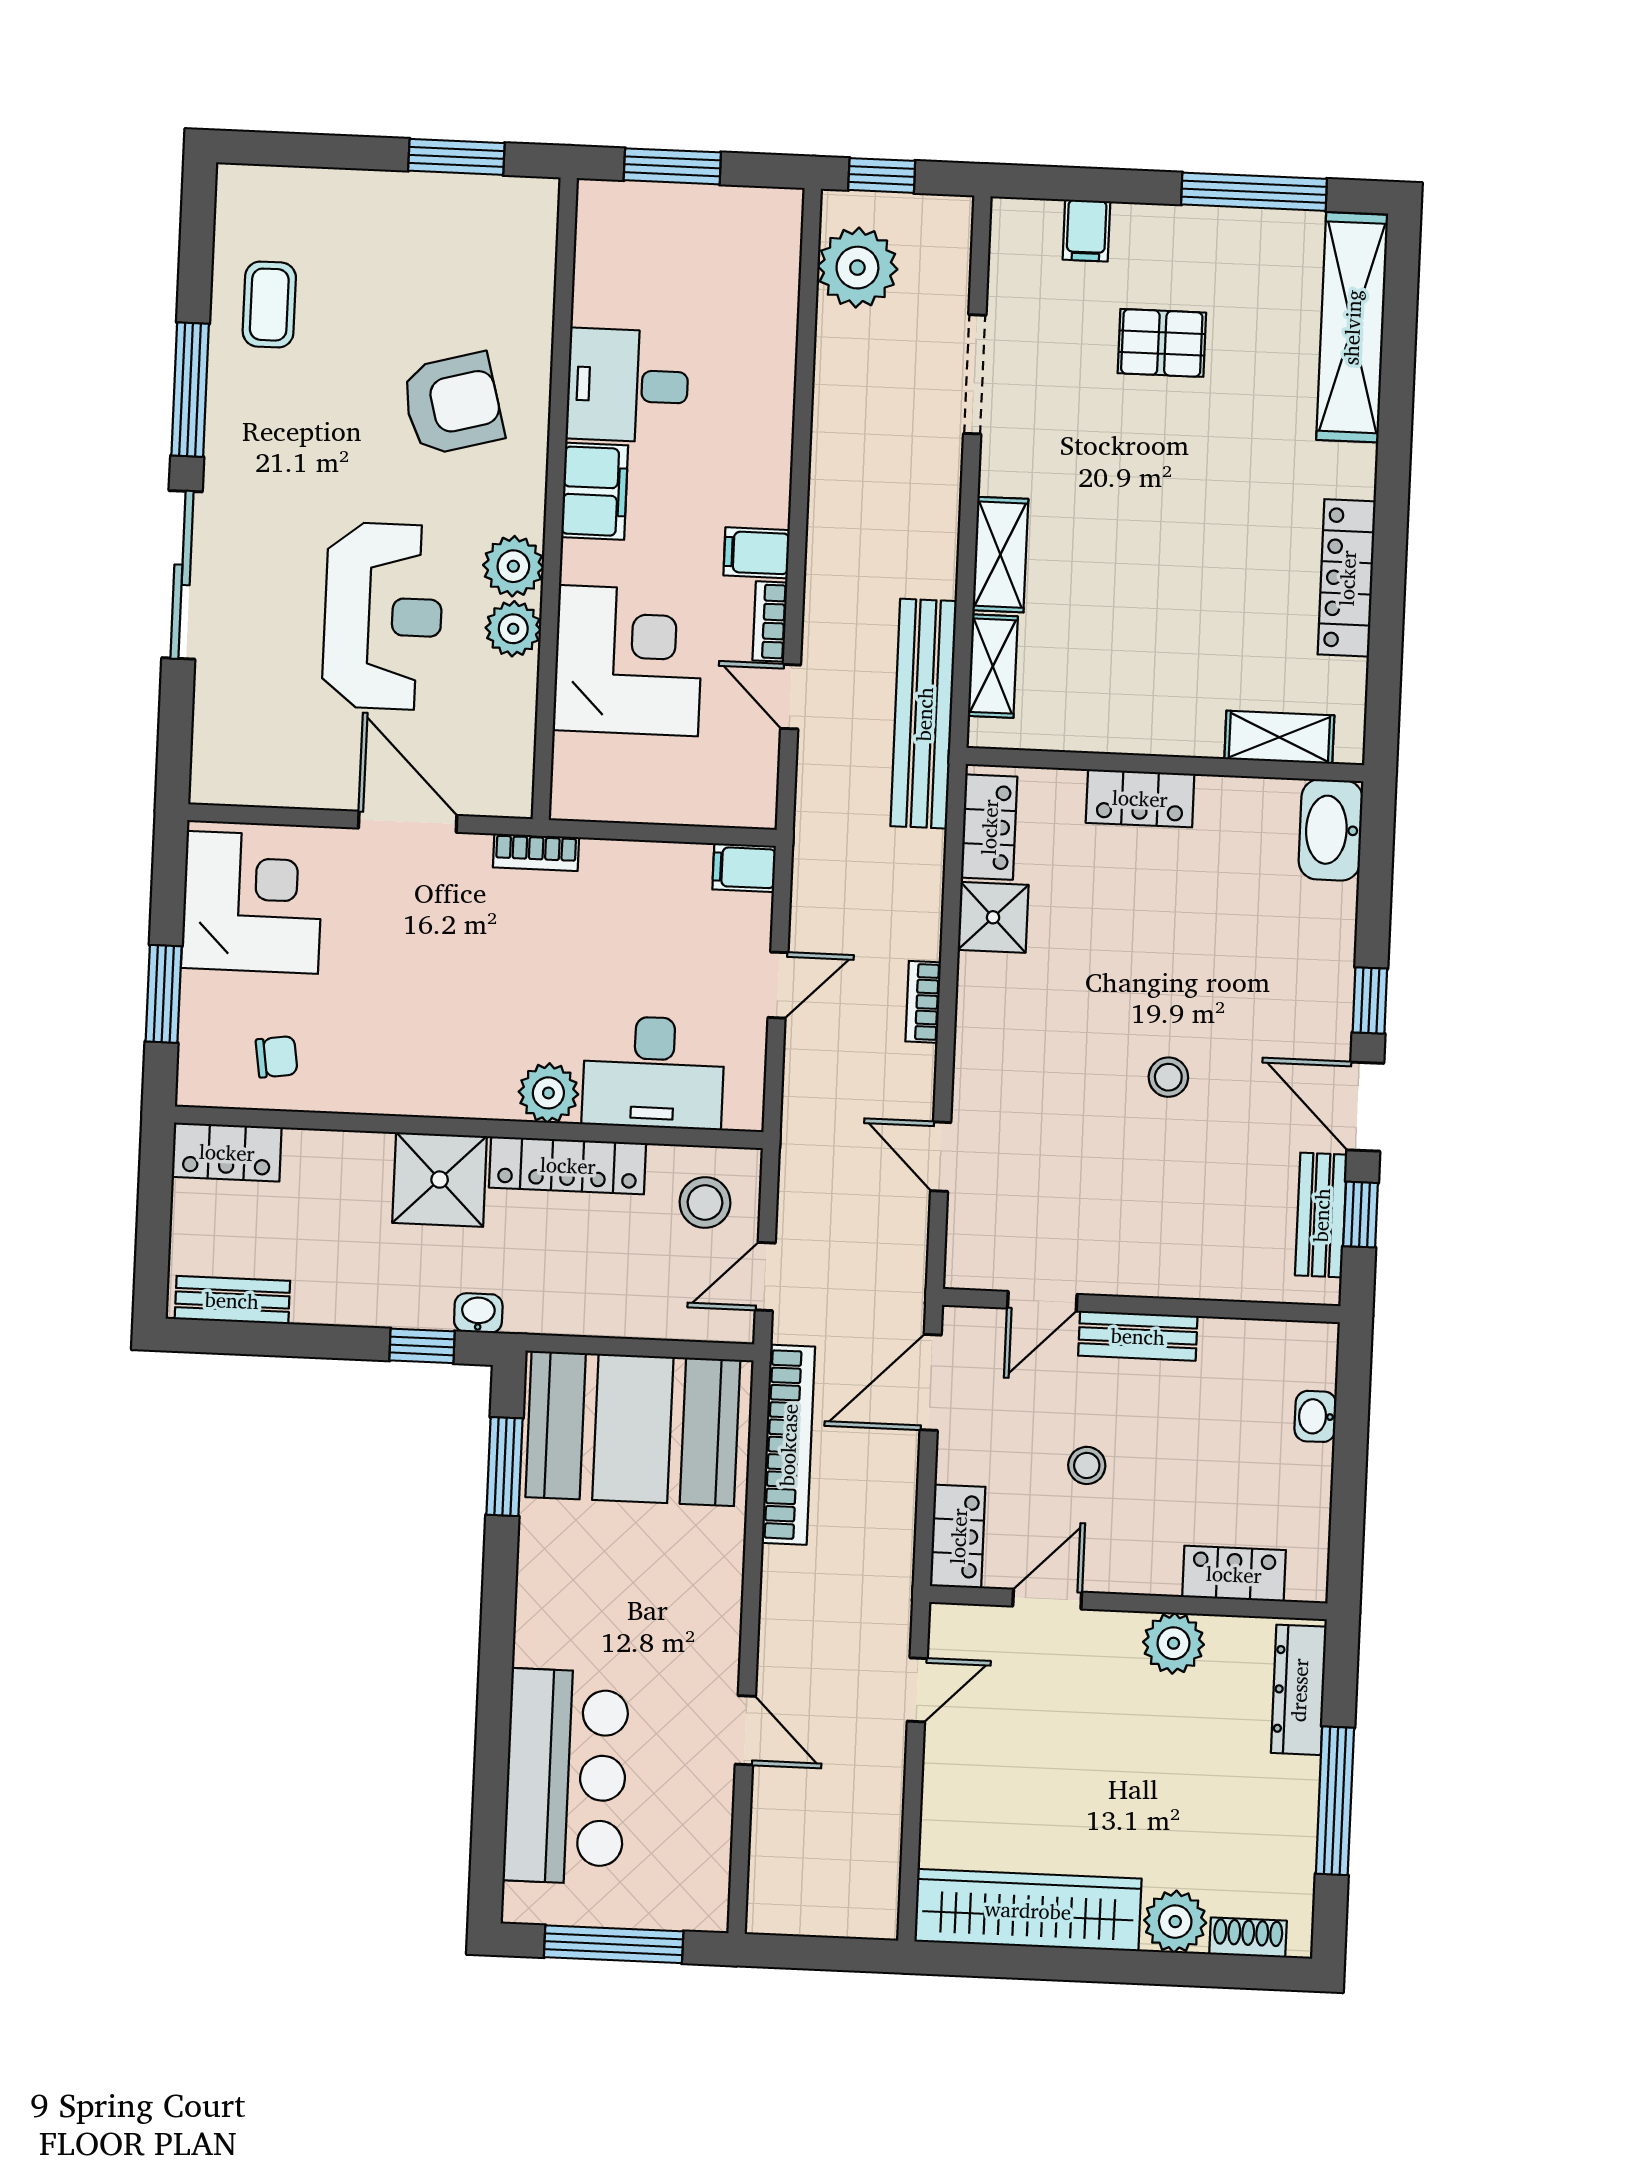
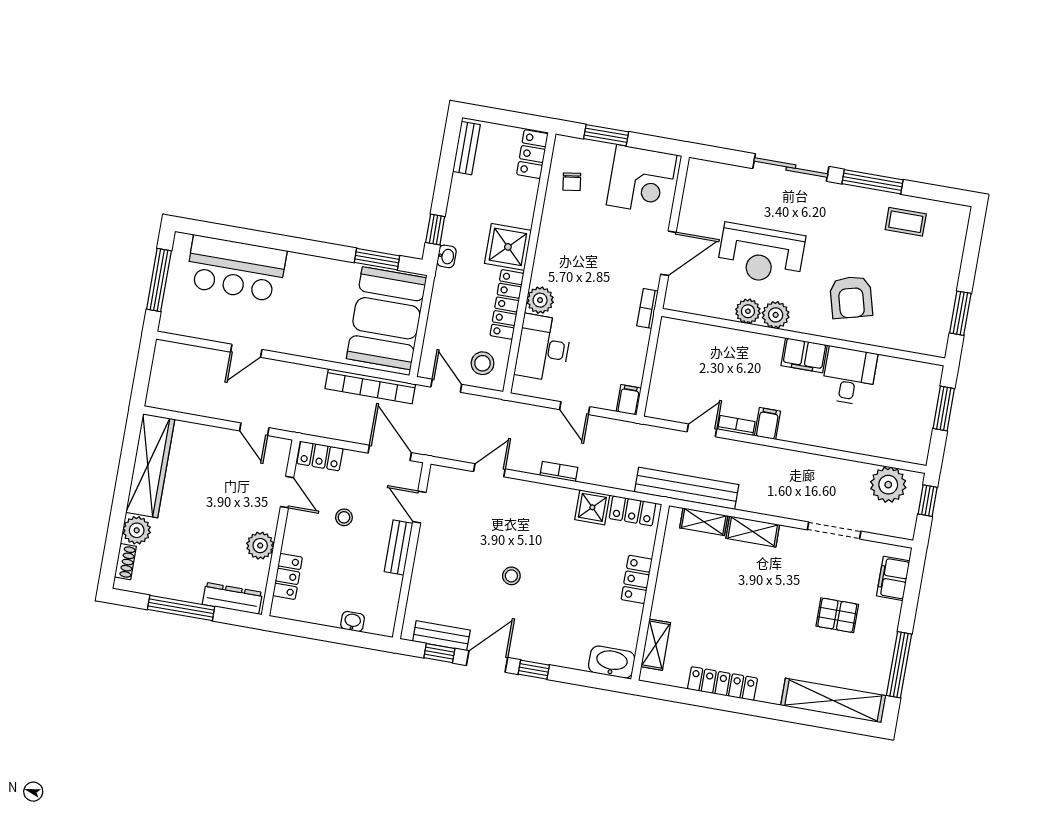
filing cabinet: (1086, 230) -> (893, 578), width x2.00
pallet: (1162, 343) -> (837, 615), turned 90
corner desk: (628, 661) -> (727, 360), removed

